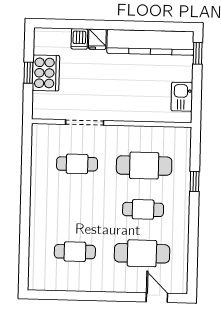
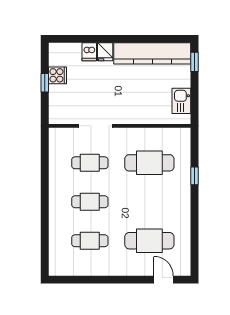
cooker: (46, 73) -> (57, 75), width x0.53, depth x0.76
cafe table: (143, 209) -> (90, 202), moved

